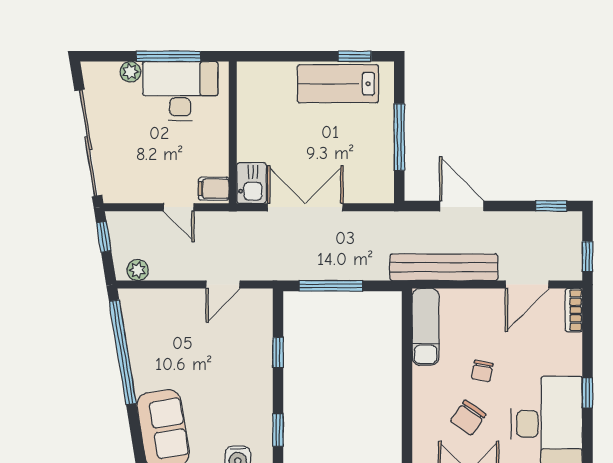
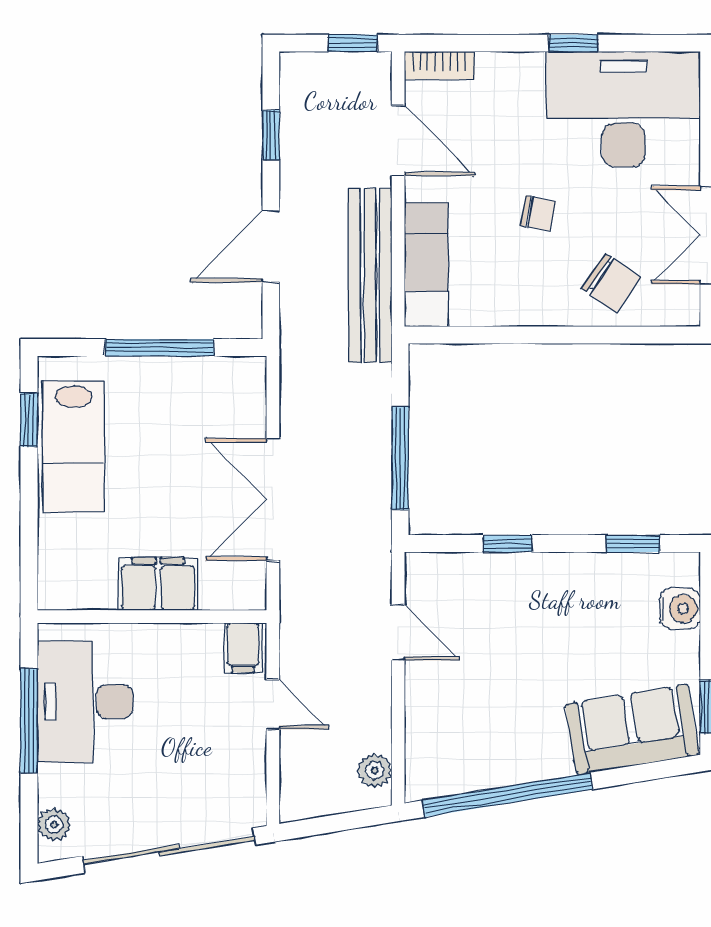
plant: (130, 72) -> (54, 825), moved
filing cabinet: (253, 136) -> (158, 584), added
kitchen sink: (251, 183) -> (234, 586), removed
window: (551, 206) -> (271, 135), moved
door: (179, 207) -> (273, 704), hinge flipped
window: (104, 237) -> (321, 825), removed
exam couch: (426, 327) -> (426, 265), moved, turned 90
chair: (468, 418) -> (611, 283), moved

